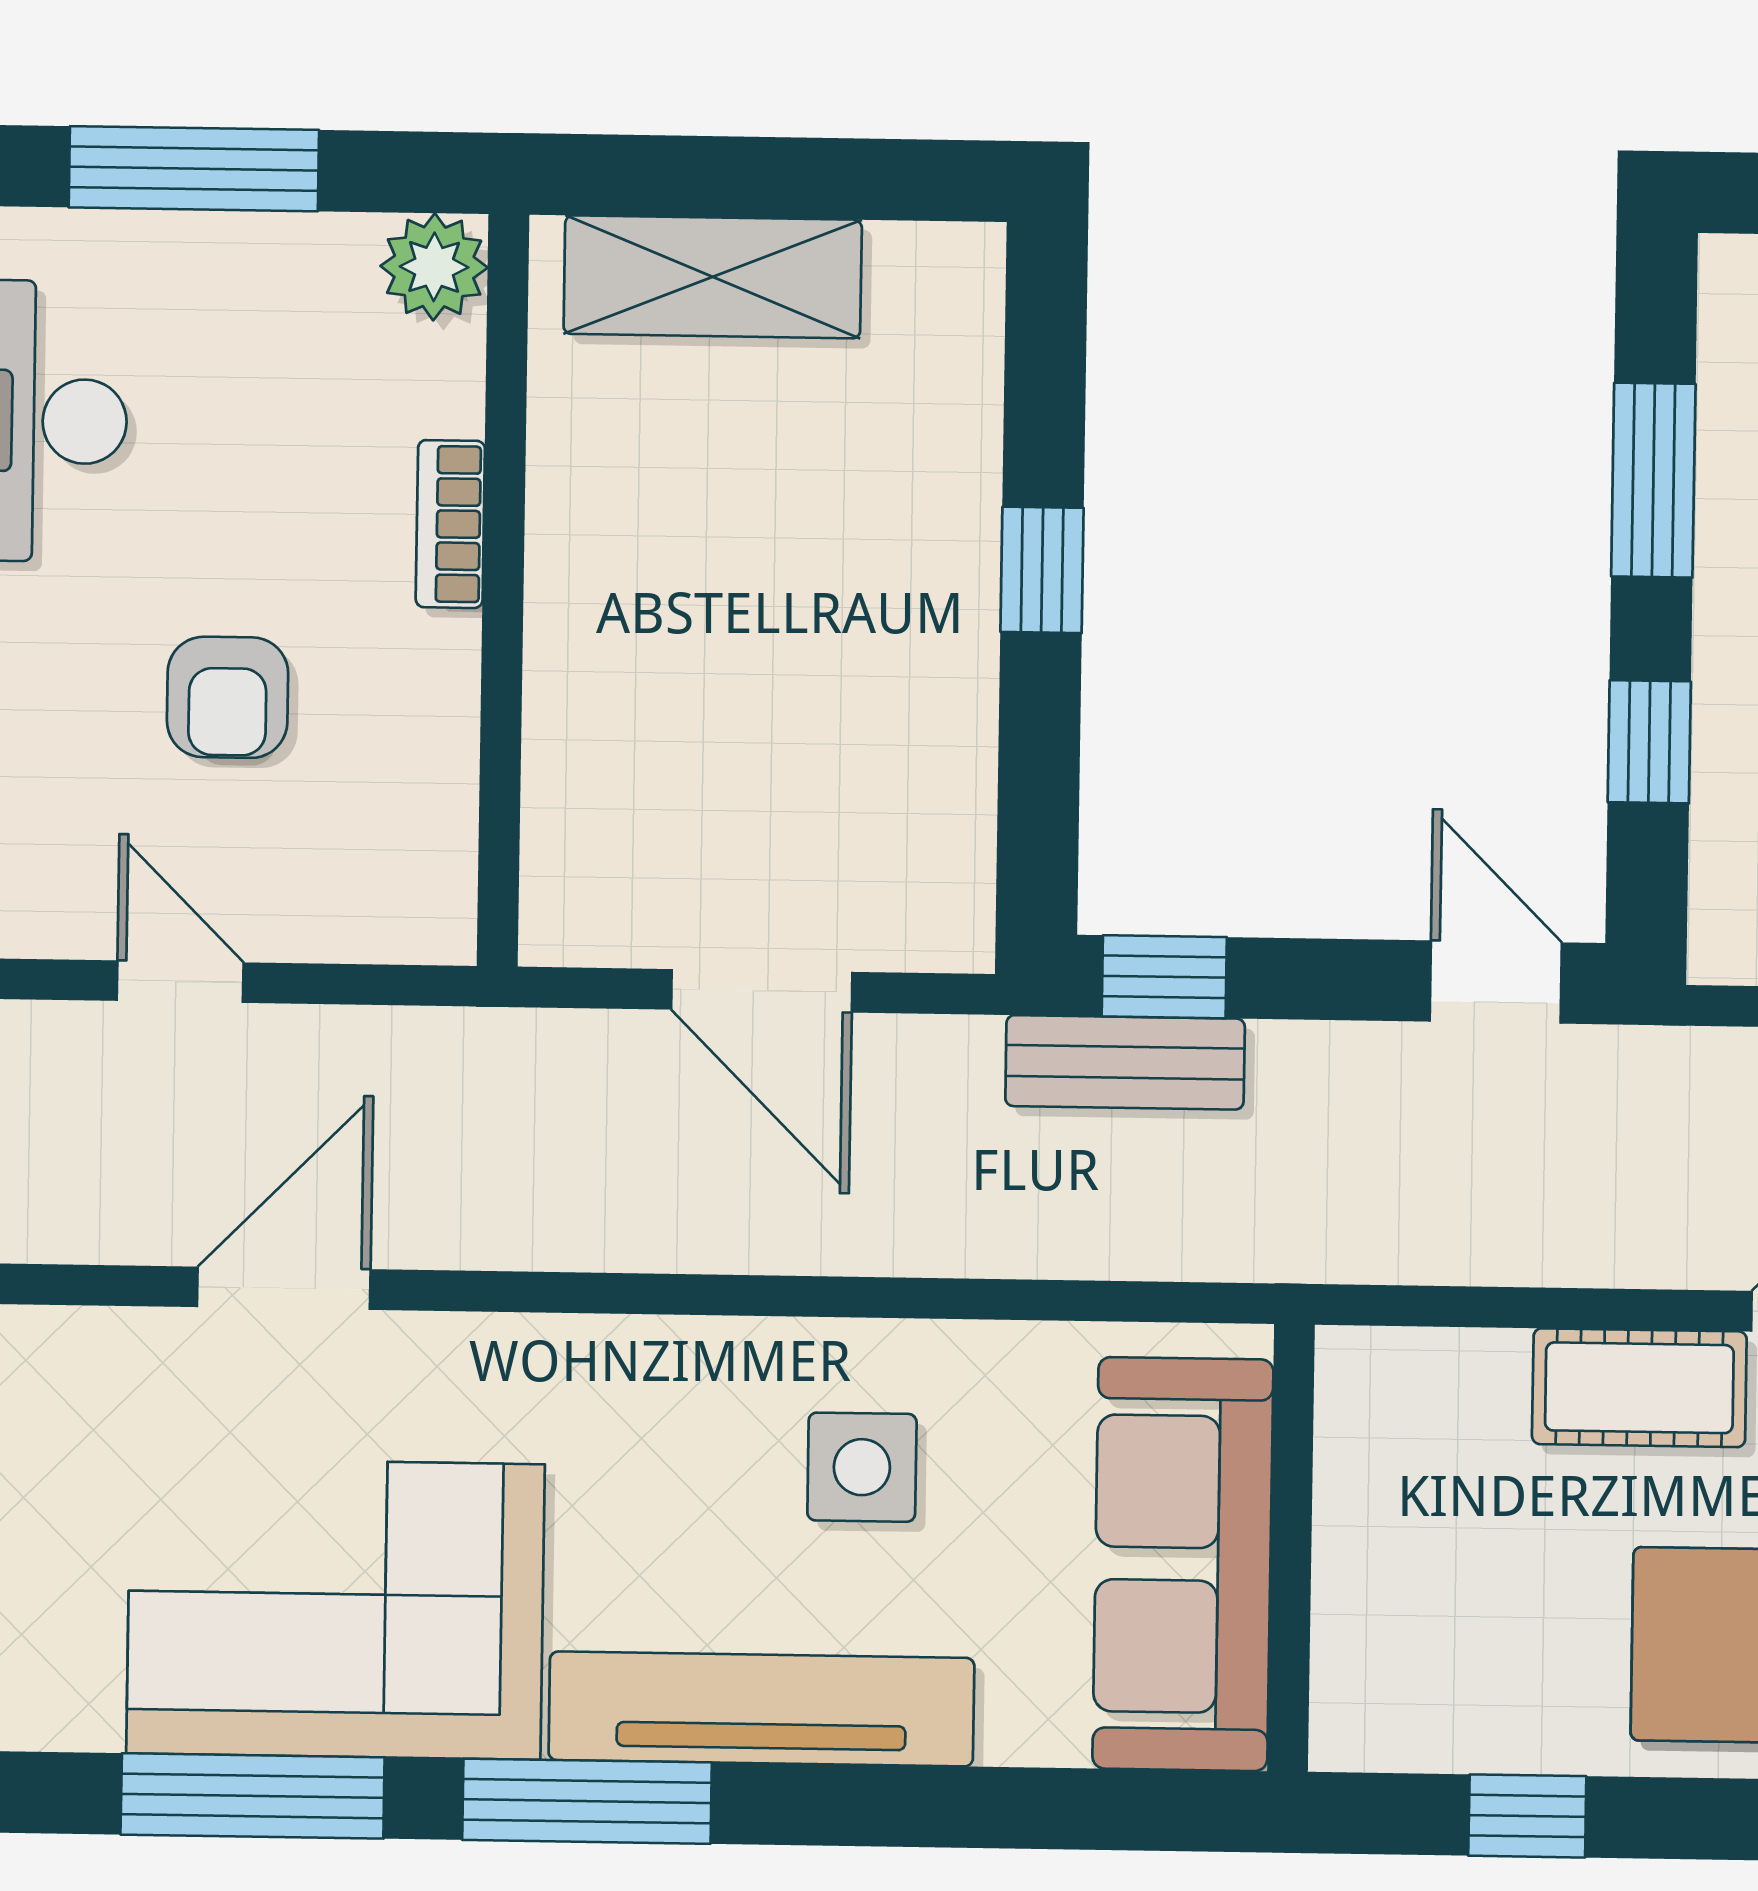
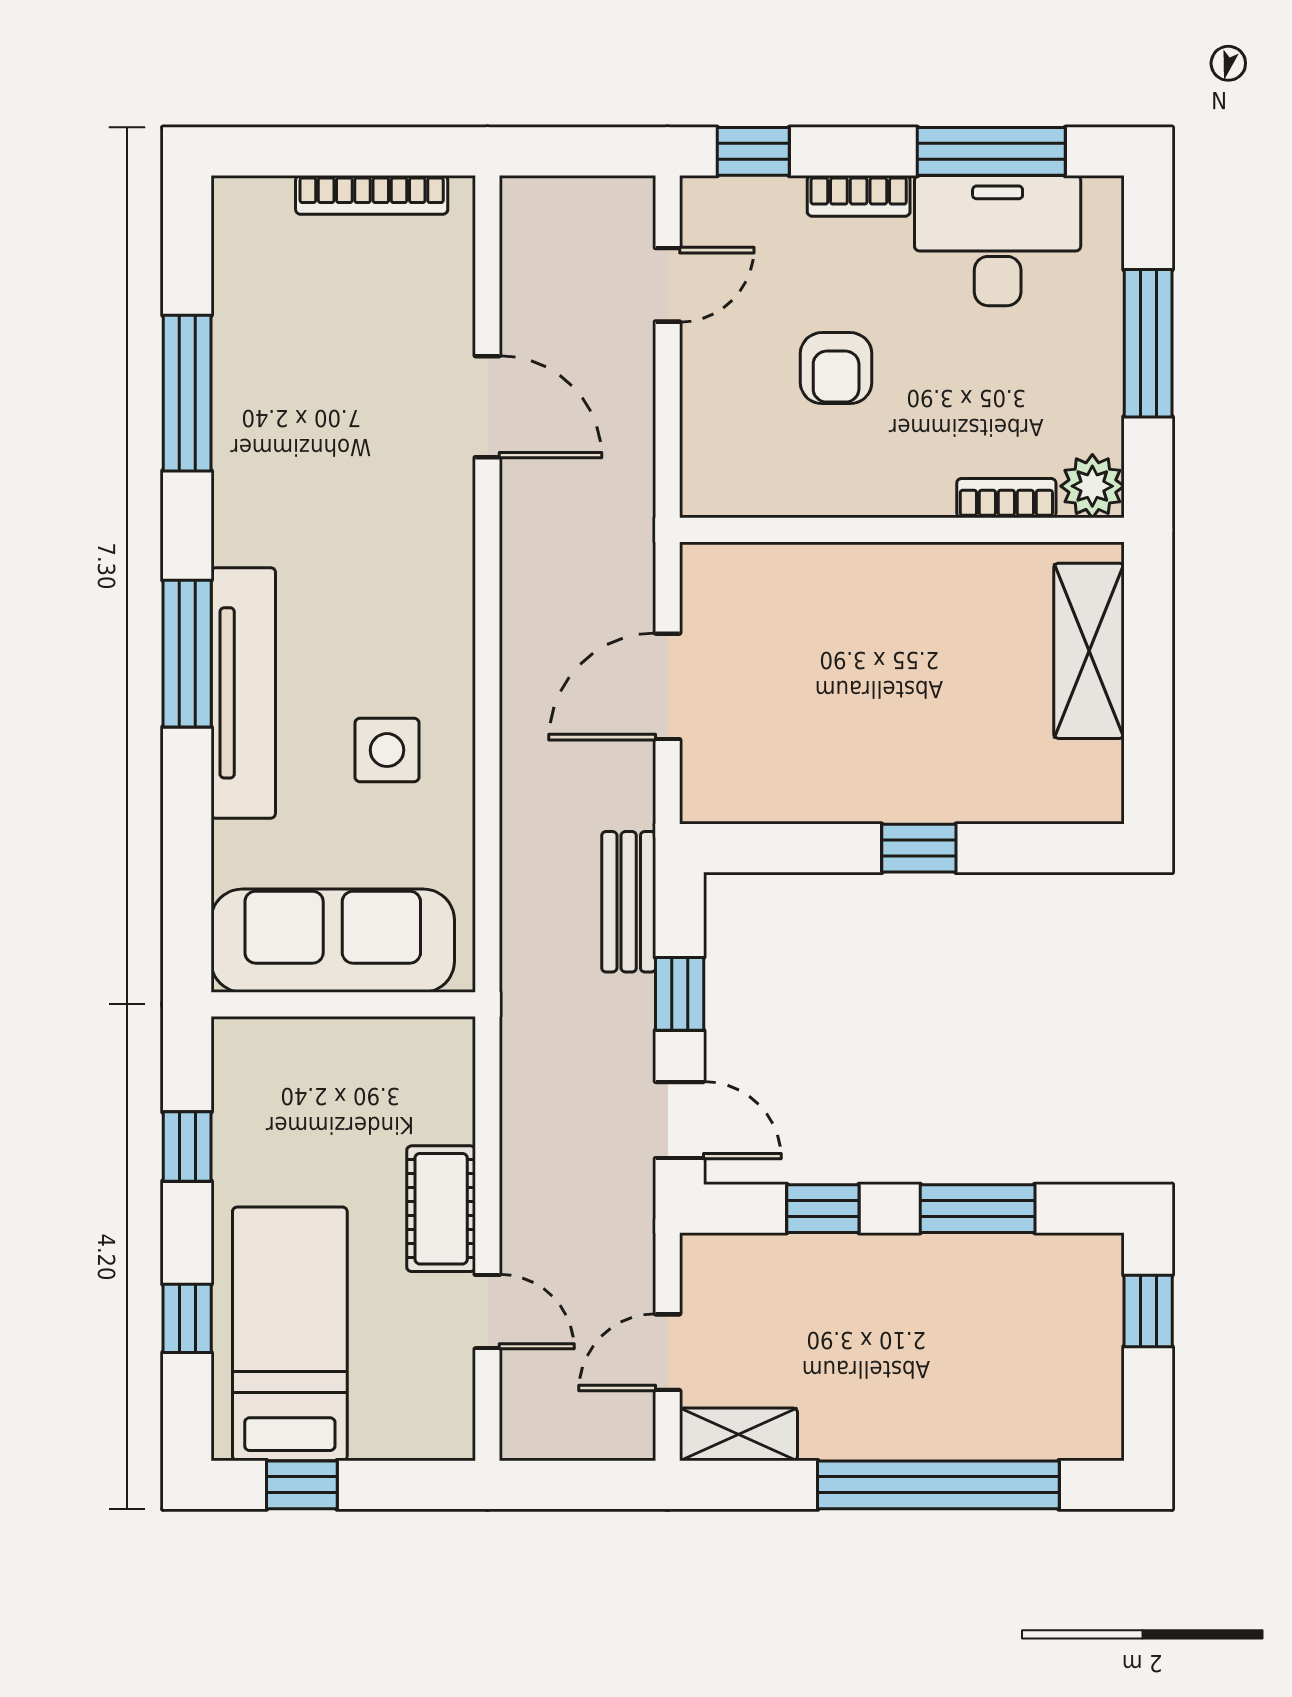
bookcase: (450, 524) -> (1006, 498), moved
armchair: (228, 697) -> (836, 368), turned -90
window: (1164, 977) -> (680, 994), moved
door: (180, 982) -> (668, 285), moved
door: (1496, 982) -> (680, 1120), hinge flipped
corner sofa: (336, 1609) -> (298, 440), removed
window: (587, 1801) -> (187, 654), moved

